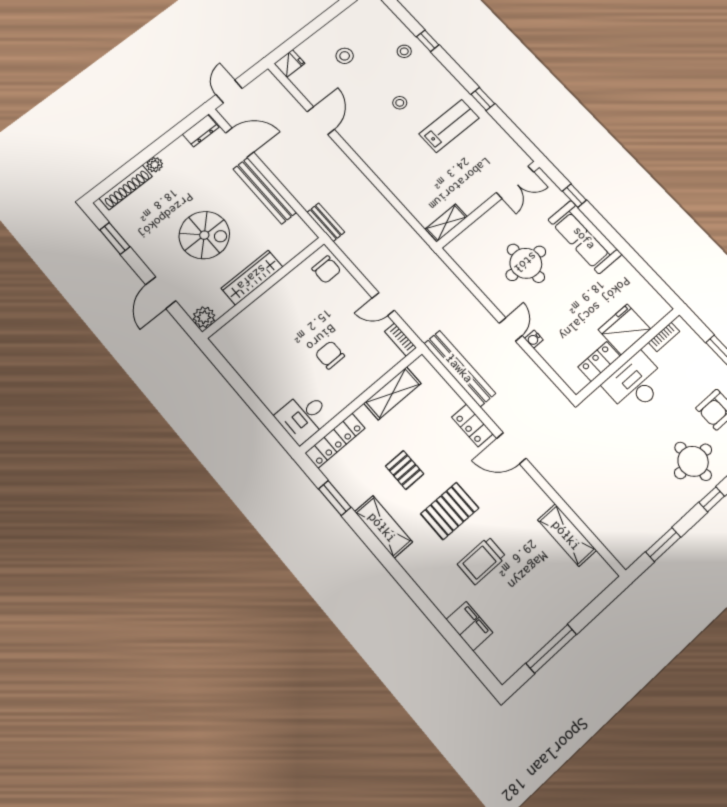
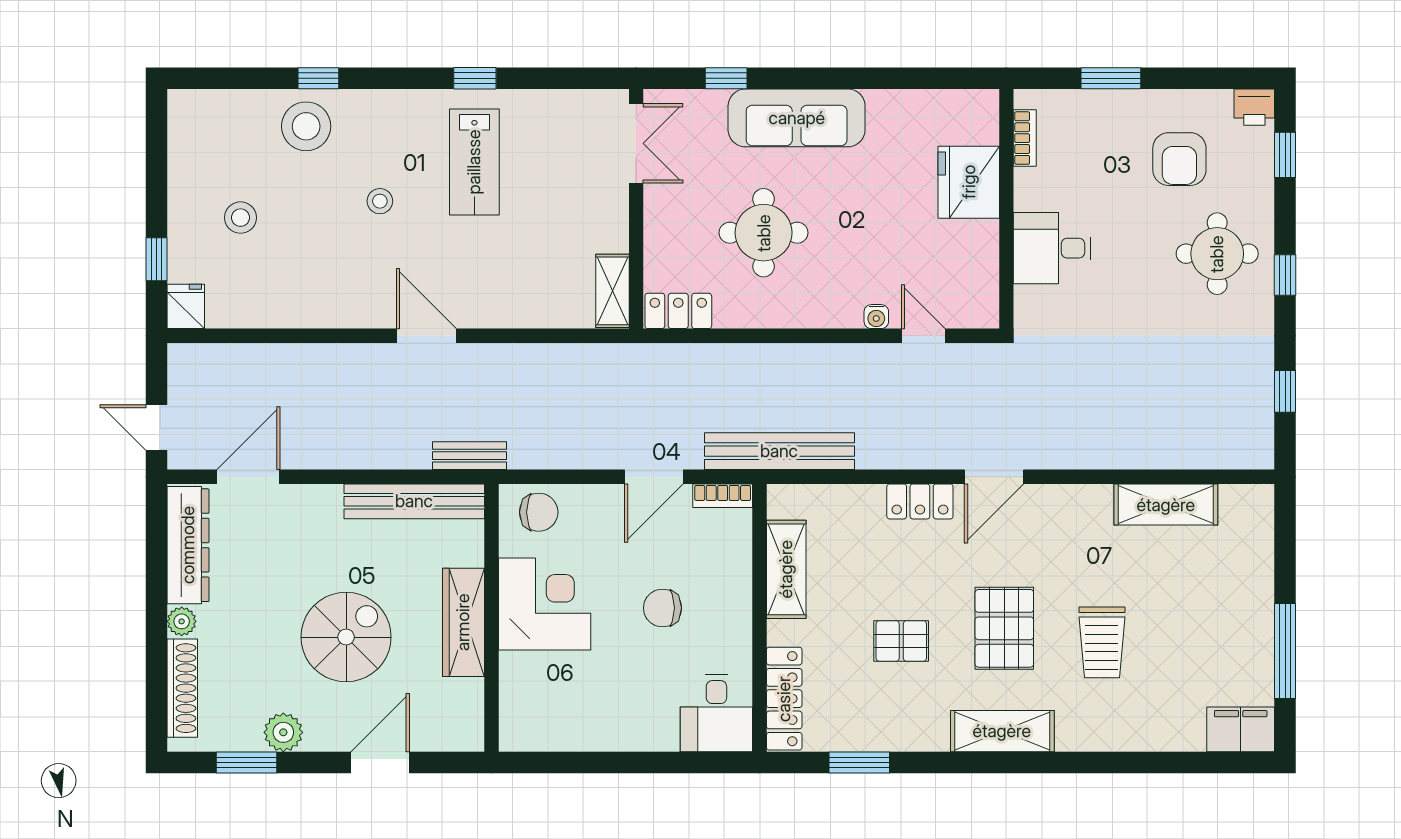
window: (299, 38) -> (156, 259), added
stool: (404, 51) -> (306, 126), width x1.89, depth x1.89
door: (321, 121) -> (426, 336), moved
lab bench: (449, 126) -> (474, 162), turned 180
dresser: (201, 131) -> (188, 545), width x1.96, depth x1.24
bench: (265, 191) -> (414, 501), moved
door: (161, 293) -> (380, 762), swing flipped
corner desk: (289, 304) -> (545, 604), added
door: (383, 304) -> (654, 477), width x1.38
plant: (204, 317) -> (283, 732), moved
door: (511, 329) -> (923, 336), moved
locker: (599, 362) -> (678, 311), moved, turned 90
bench: (460, 368) -> (779, 451), moved
desk: (635, 383) -> (1052, 248), width x0.73
shelving: (383, 527) -> (1002, 731), moved
window: (663, 545) -> (1285, 391), width x0.67
filing cabinet: (469, 626) -> (1241, 729), moved

